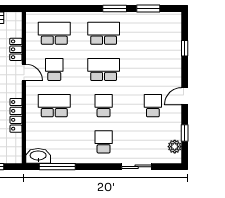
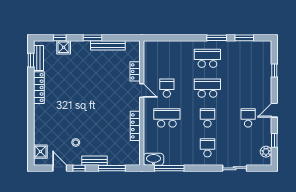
school desk: (54, 33) -> (167, 58), removed

